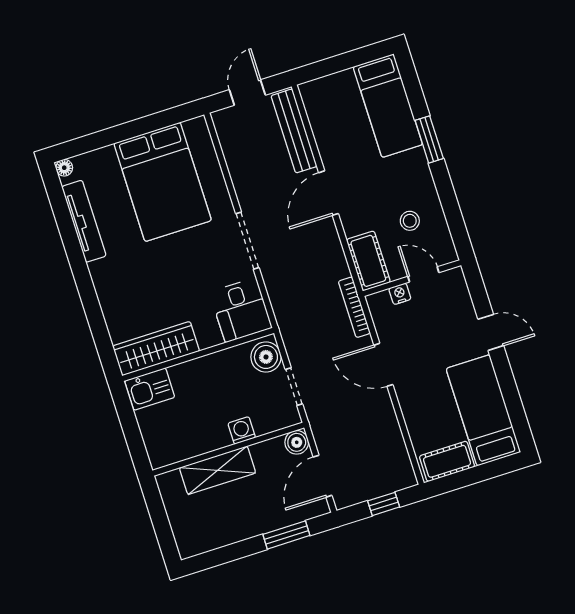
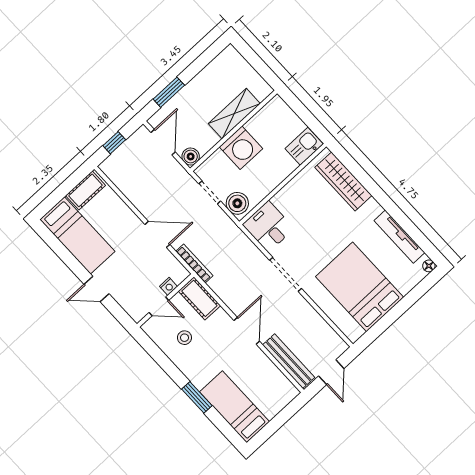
wardrobe: (156, 349) -> (343, 181), moved, turned 90
washing machine: (242, 430) -> (241, 148), width x1.89, depth x1.89

